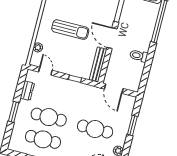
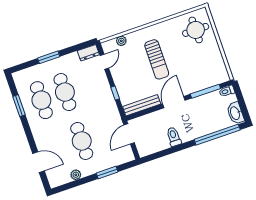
dresser: (27, 91) -> (88, 53), moved

